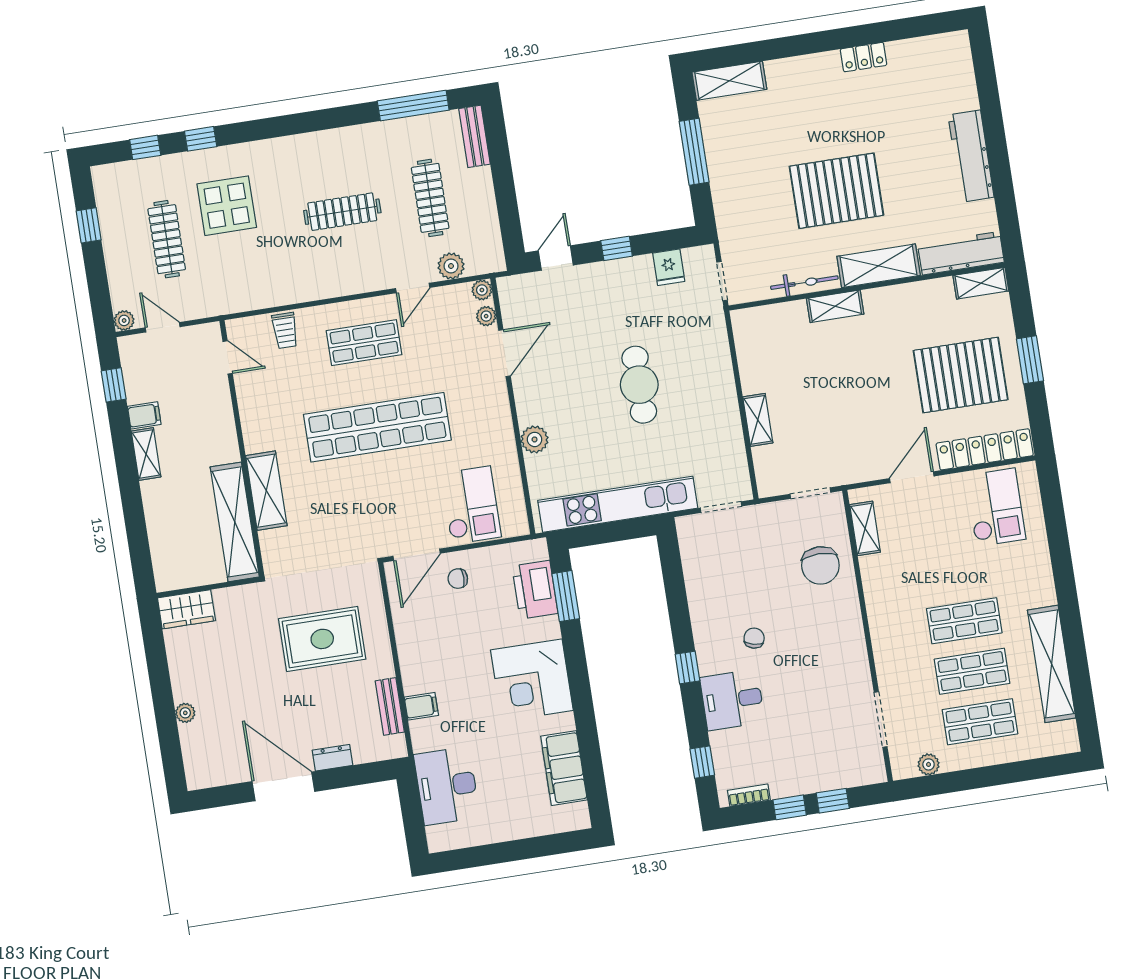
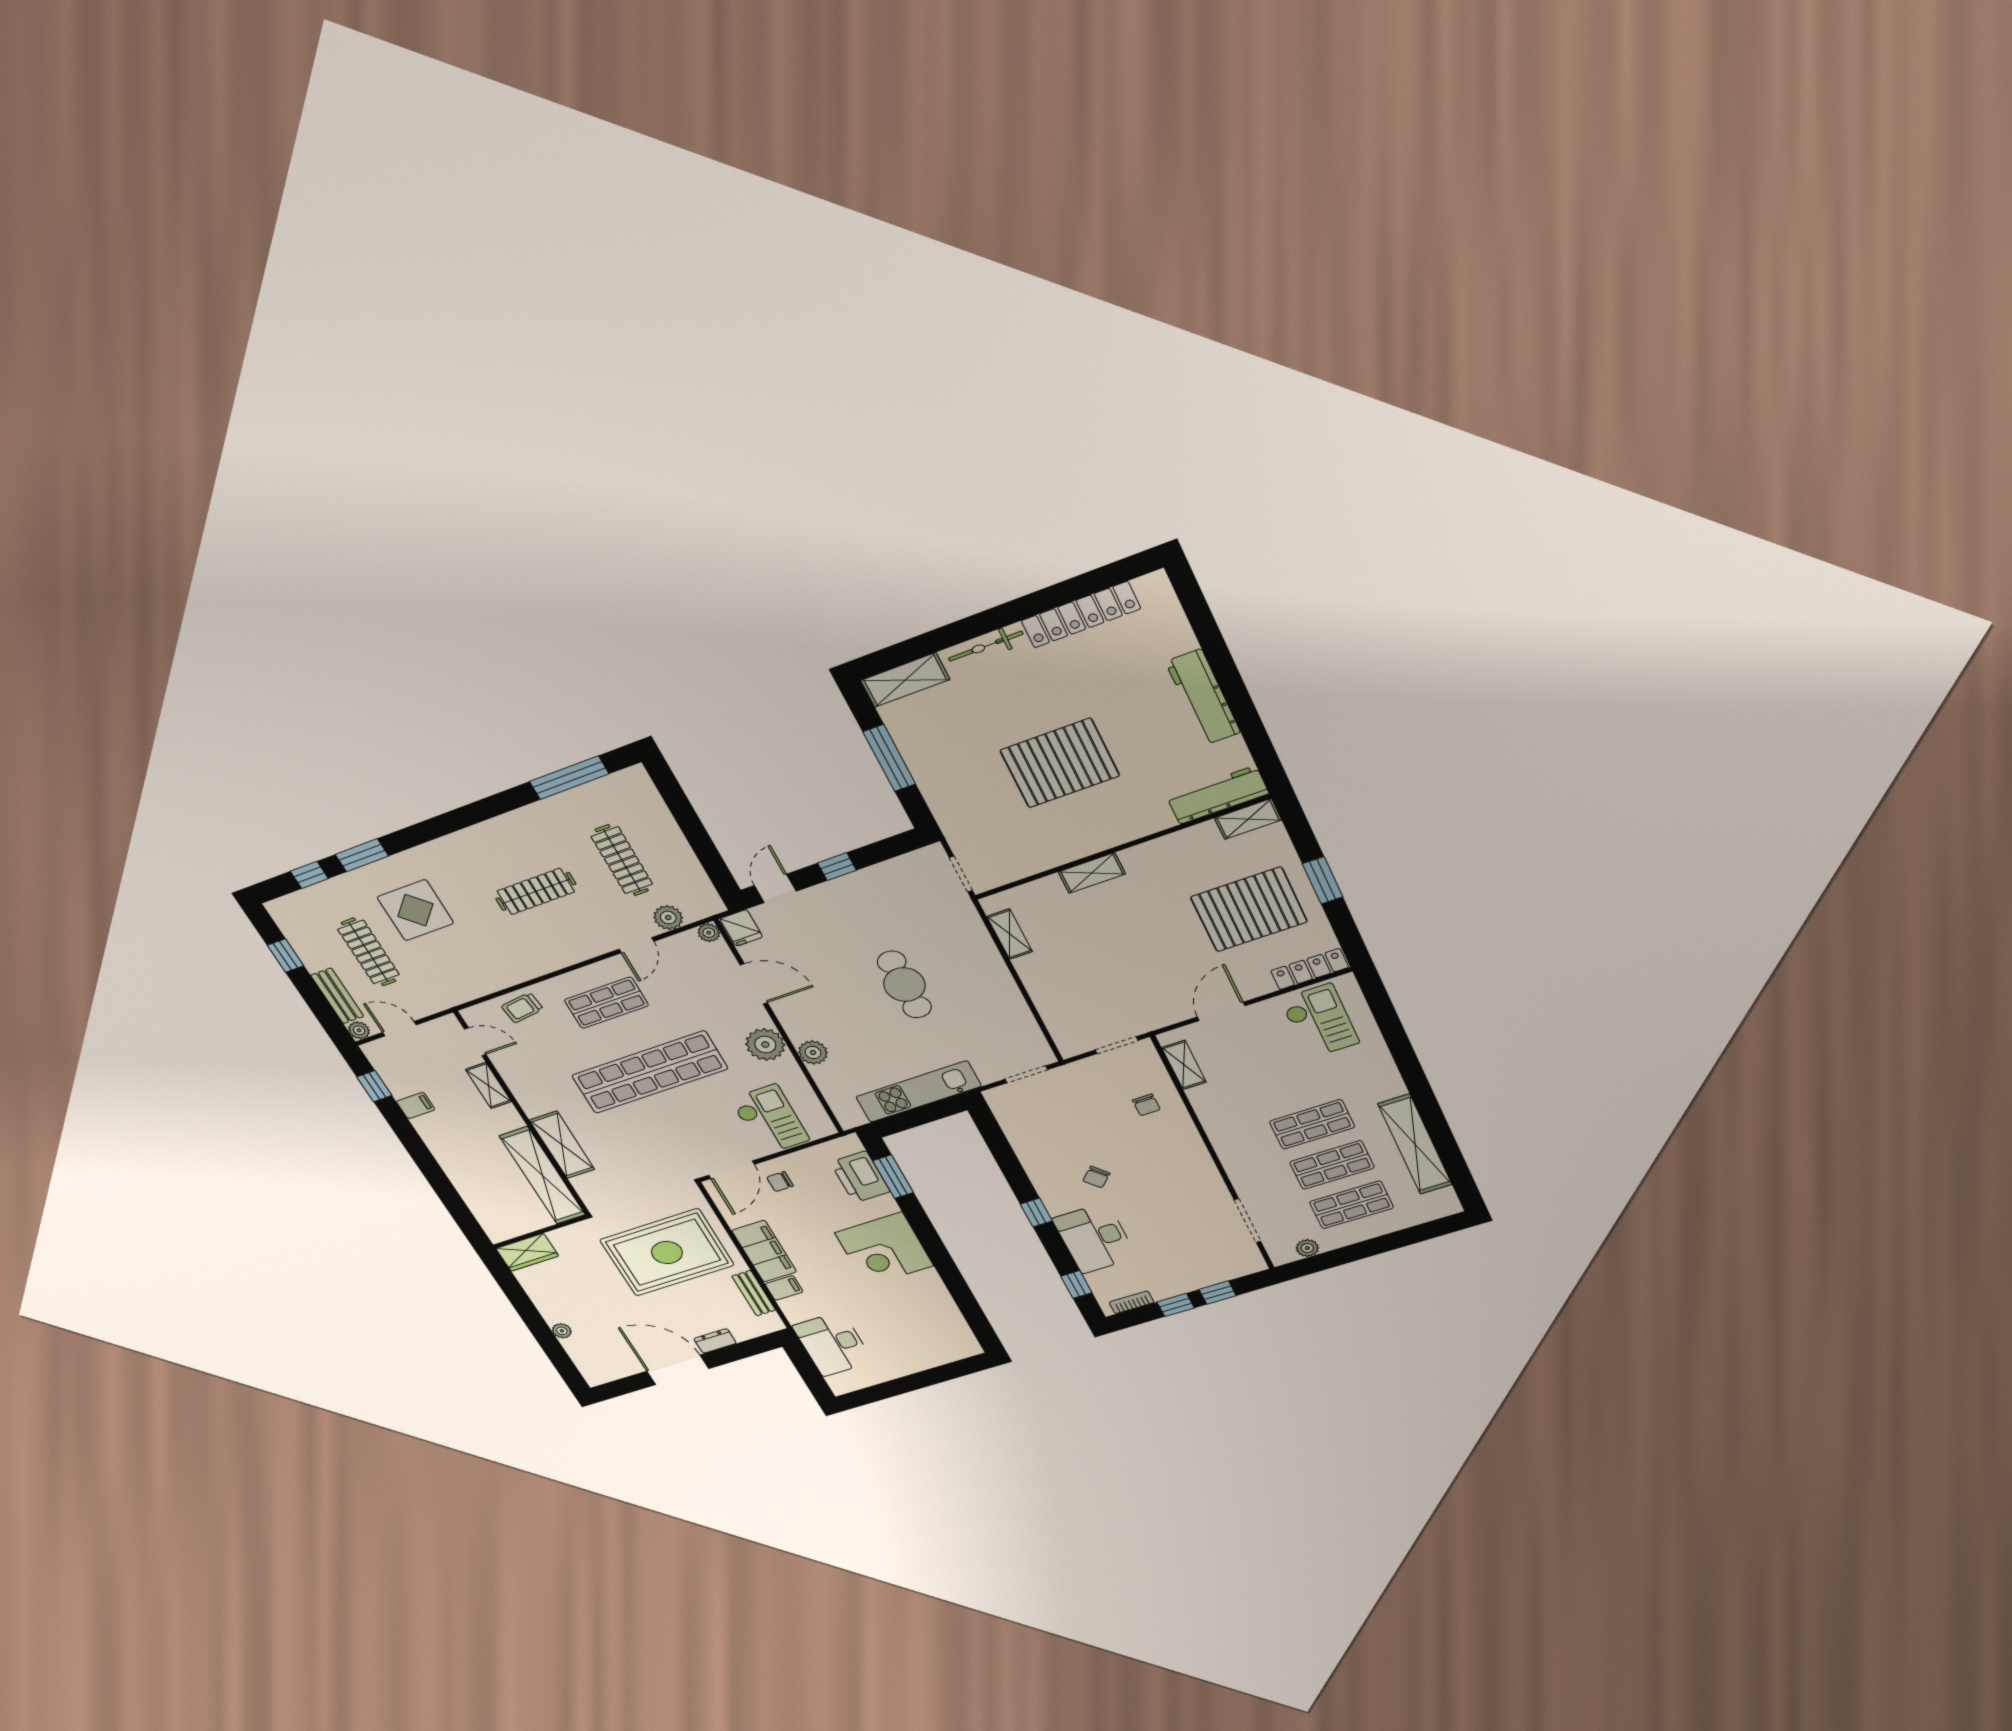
locker: (864, 57) -> (1081, 615), width x2.16, depth x1.21
bench: (474, 136) -> (337, 996), moved
window: (201, 139) -> (362, 855), width x1.50
shelving: (879, 266) -> (1128, 825), removed
fridge: (669, 267) -> (741, 928), moved
bicycle: (804, 283) -> (986, 646), moved, turned 180
plant: (486, 316) -> (765, 1045), moved, width x1.88, depth x1.88
trolley: (285, 330) -> (522, 1008), turned 83
door: (505, 353) -> (754, 984), hinge flipped
shelving: (758, 420) -> (1010, 934), moved
locker: (985, 449) -> (1310, 969), width x0.71, depth x0.83
shelving: (146, 454) -> (488, 1085), moved
kitchen unit: (618, 504) -> (919, 1092), width x0.73
chair: (820, 565) -> (1146, 1105), width x0.54, depth x0.54
chair: (754, 638) -> (1096, 1177), turned -147
rug: (322, 639) -> (667, 1252), width x1.37, depth x1.44
desk: (732, 700) -> (1095, 1238), width x1.37
filing cabinet: (564, 768) -> (764, 1251), moved, turned 180

